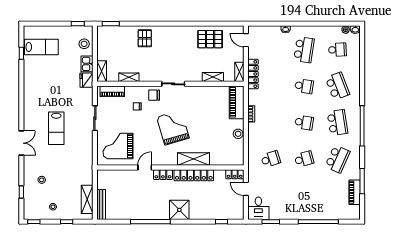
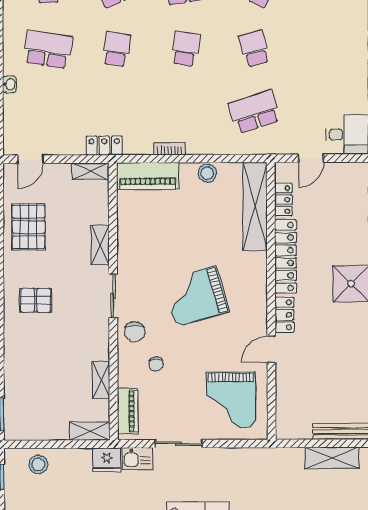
pallet: (145, 38) -> (36, 300), moved
kitchen sink: (87, 64) -> (137, 459), moved
locker: (253, 74) -> (104, 146), width x0.66
shelving: (213, 77) -> (100, 245), moved
shelving: (193, 159) -> (255, 206), moved, width x1.47
school desk: (271, 159) -> (255, 112), width x1.85
door: (145, 167) -> (271, 349), hinge flipped
locker: (235, 174) -> (283, 200), moved

